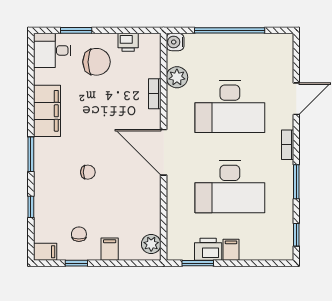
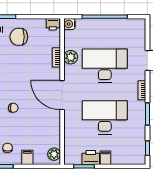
printer: (128, 42) -> (53, 24), moved
chair: (97, 62) -> (19, 37), turned 180
plant: (177, 77) -> (71, 57), moved
desk: (230, 107) -> (105, 66), turned 180
desk: (230, 187) -> (105, 117), turned 180

